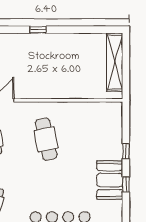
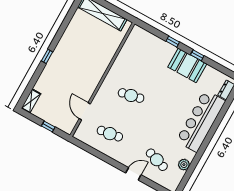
cafe table: (46, 139) -> (131, 96), width x0.73, depth x0.74

